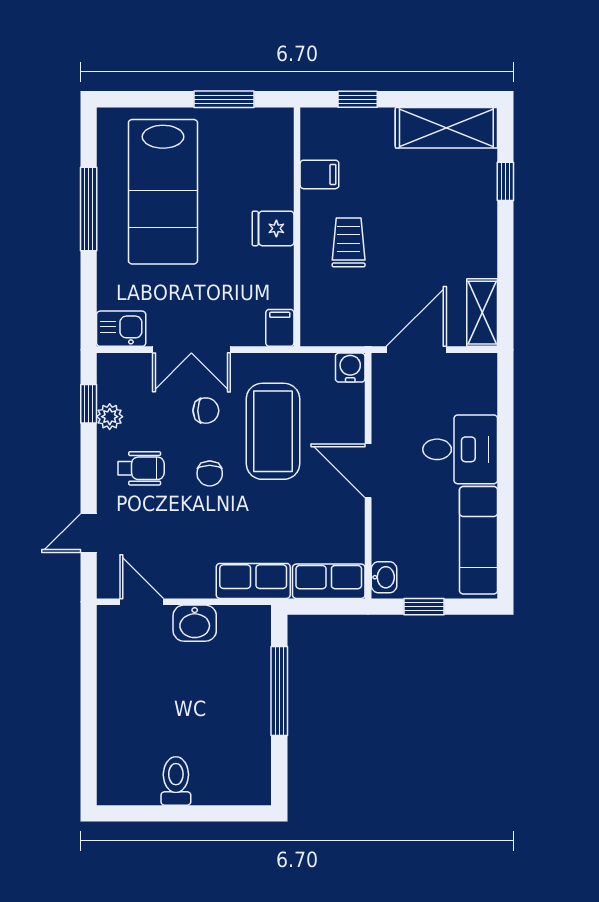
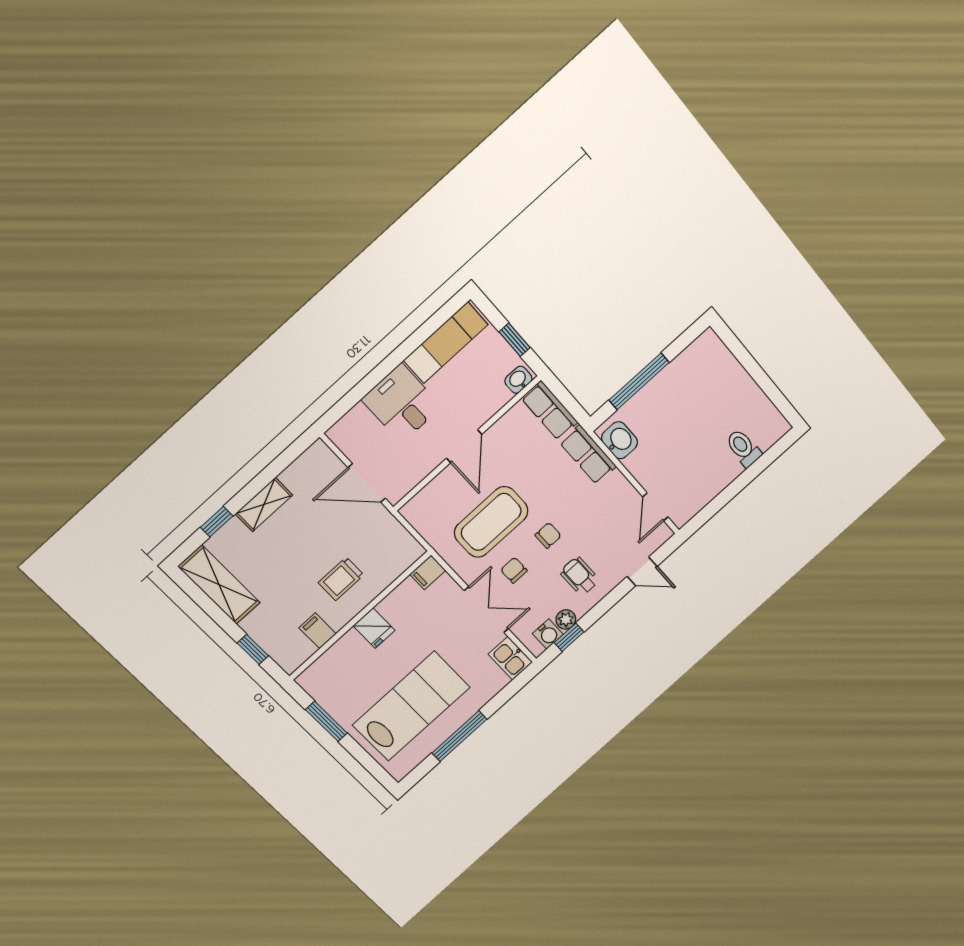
shelving: (482, 313) -> (264, 504), moved
water cooler: (350, 368) -> (548, 634), moved, turned -90
washbasin: (195, 623) -> (619, 440), moved
toilet: (176, 781) -> (743, 448), moved, turned 90

